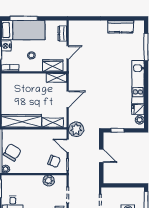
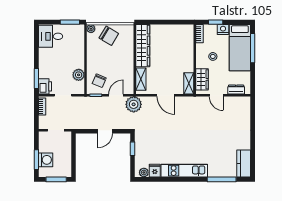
kitchen counter: (121, 27) -> (244, 164), moved

